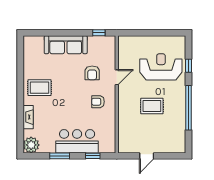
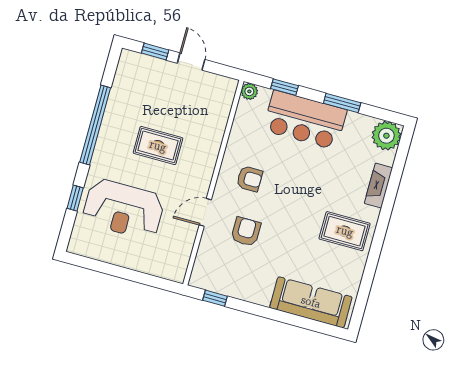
sofa: (66, 45) -> (311, 302), moved
plant: (111, 148) -> (249, 91), added
door: (147, 156) -> (191, 61), hinge flipped
window: (167, 156) -> (155, 52), added

